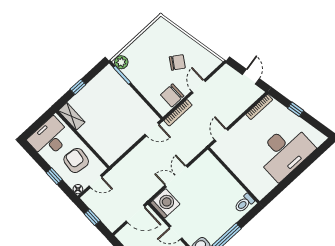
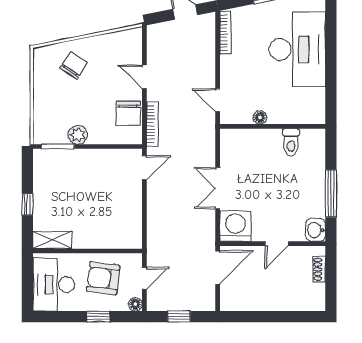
plant: (121, 62) -> (78, 135), moved
chair: (177, 62) -> (74, 66), moved
floor lamp: (232, 165) -> (260, 117), added
toilet: (244, 203) -> (291, 142), moved

